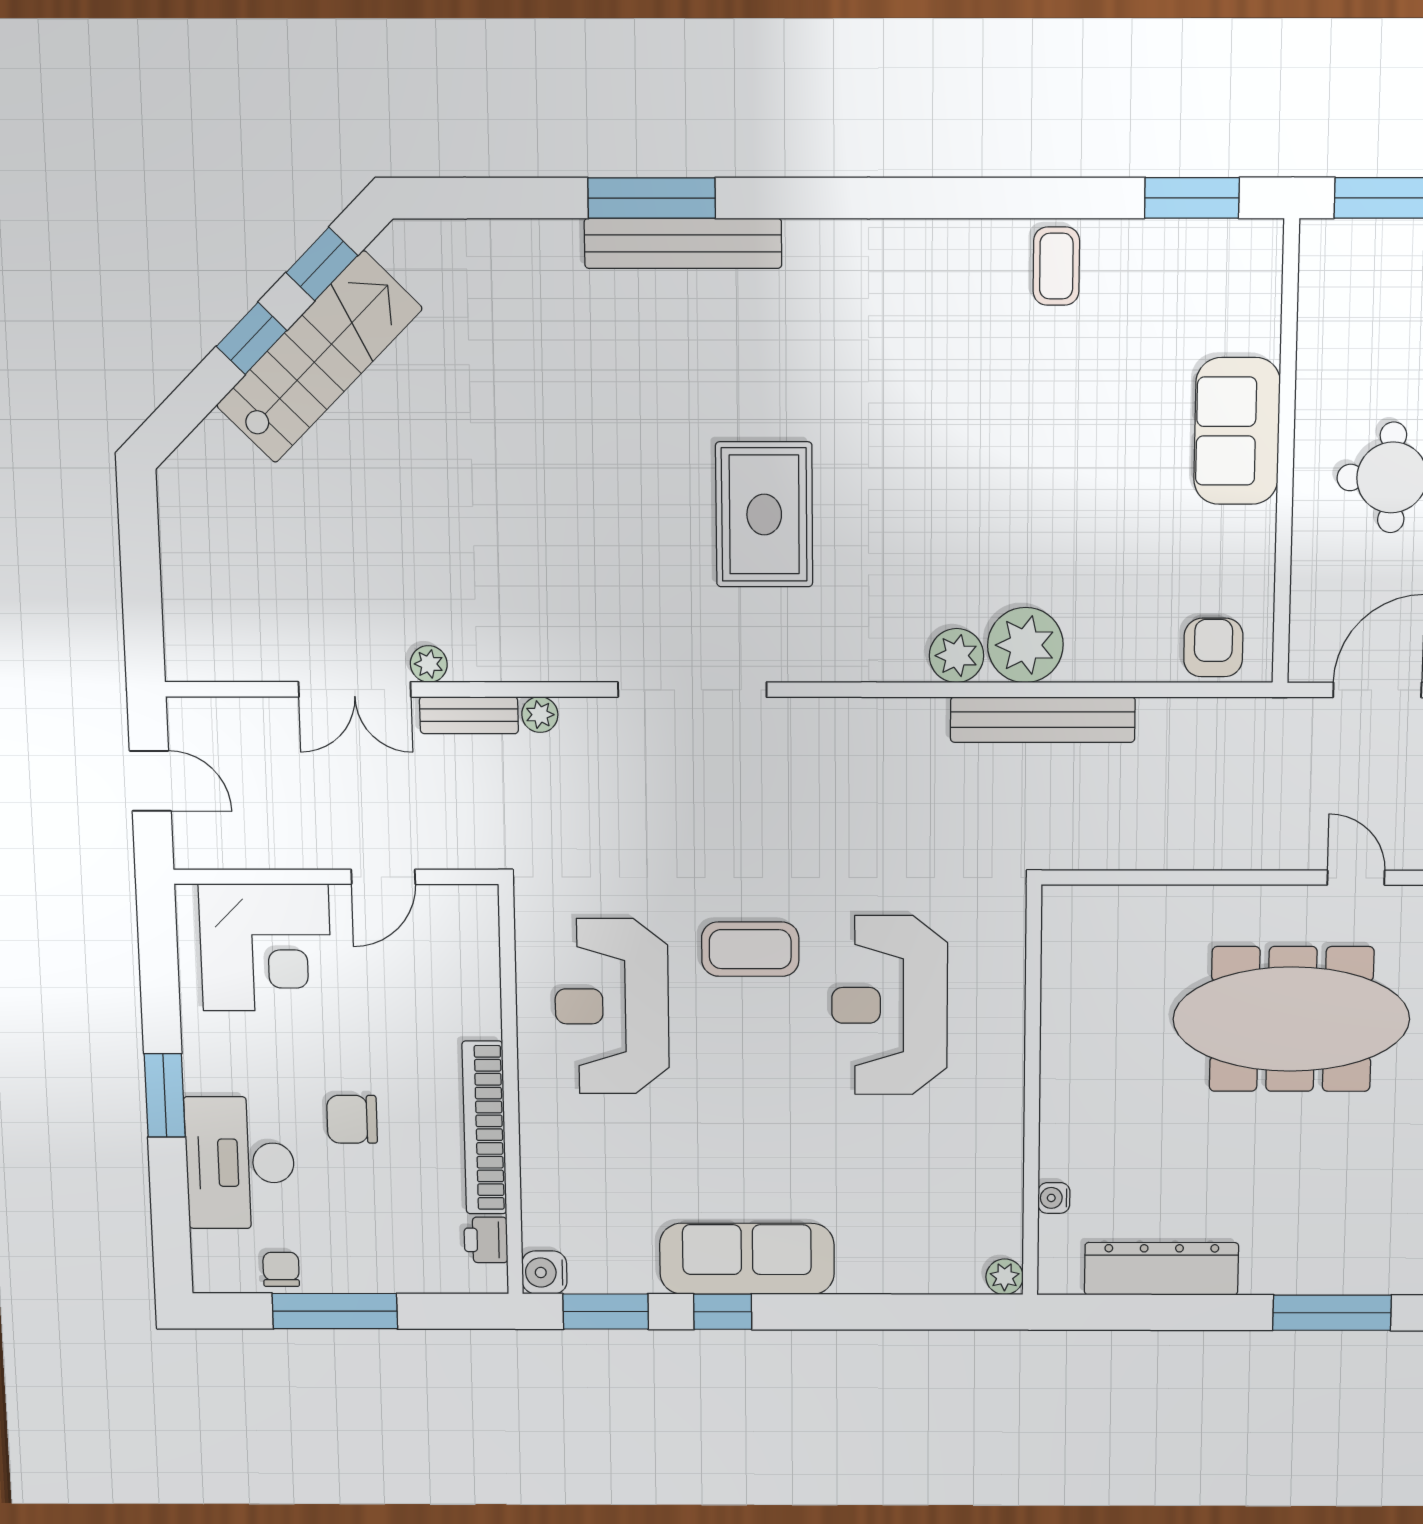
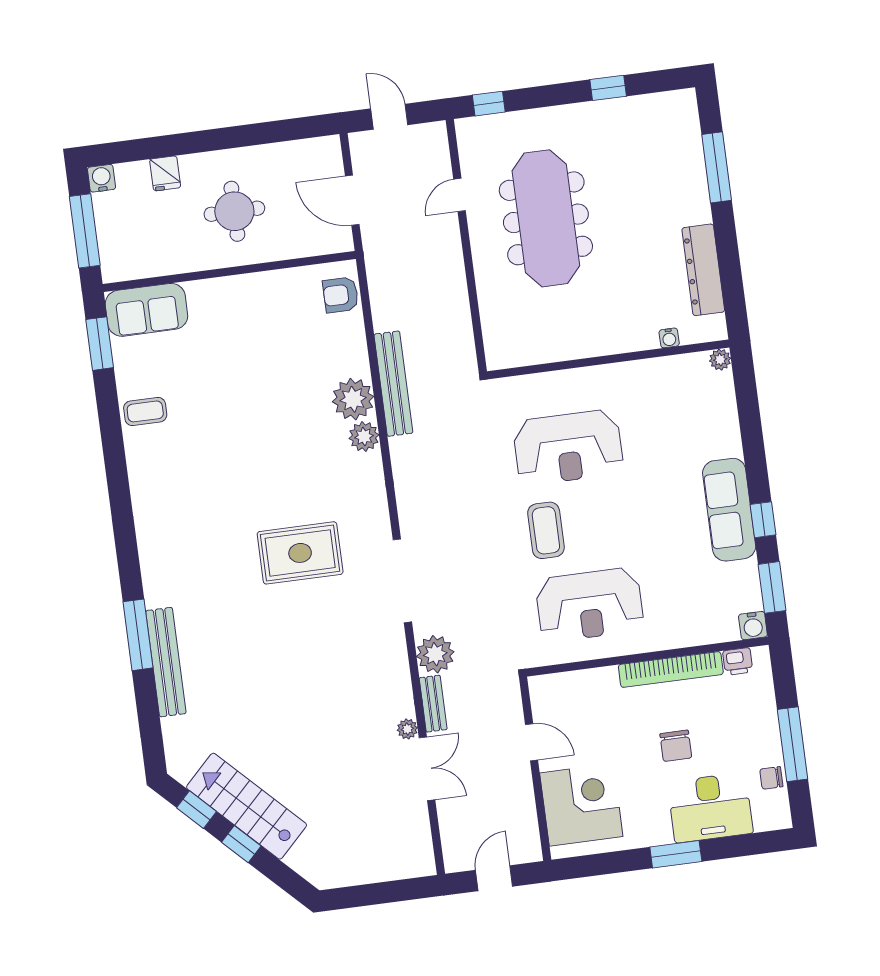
bench: (683, 243) -> (166, 662), moved
sofa: (1237, 431) -> (146, 310), moved
plant: (540, 715) -> (435, 654), width x1.88, depth x1.88

